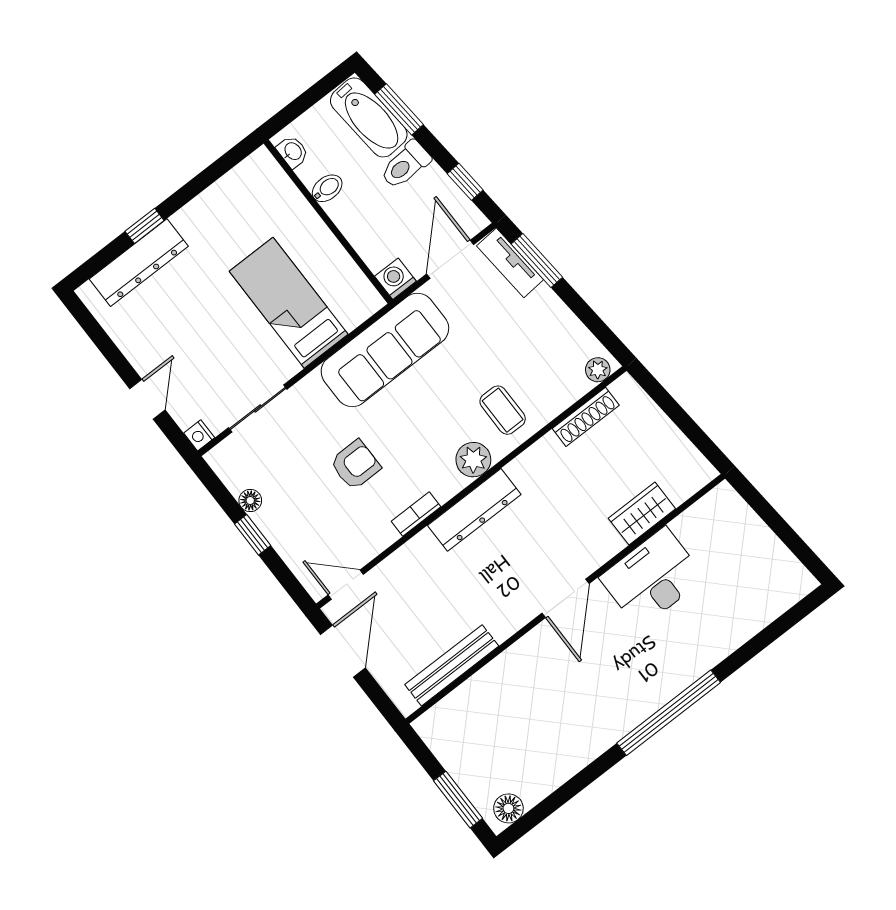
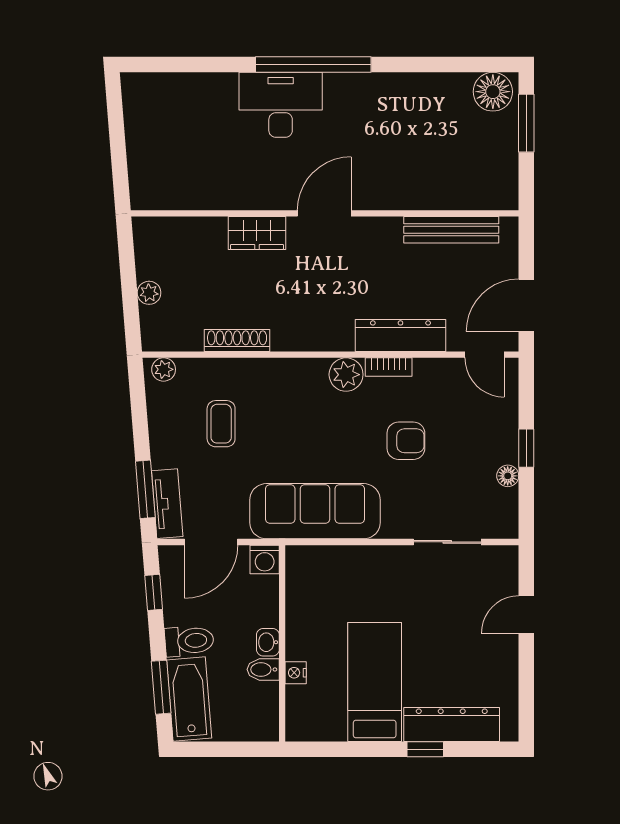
washbasin: (293, 152) -> (268, 642), moved
bed: (289, 303) -> (375, 682), moved, turned 180
coffee table: (503, 410) -> (221, 424), moved
shoe rack: (586, 417) -> (237, 340), moved
plant: (658, 423) -> (149, 293), added
nightstand: (199, 435) -> (296, 673), moved, turned 180
plant: (473, 460) -> (346, 375), moved
armchair: (355, 465) -> (406, 441), turned 180
dresser: (474, 510) -> (400, 335), moved
wardrobe: (642, 513) -> (257, 233), moved
desk: (652, 578) -> (281, 105), moved, turned 180
floor lamp: (508, 808) -> (493, 92), width x1.38, depth x1.38

